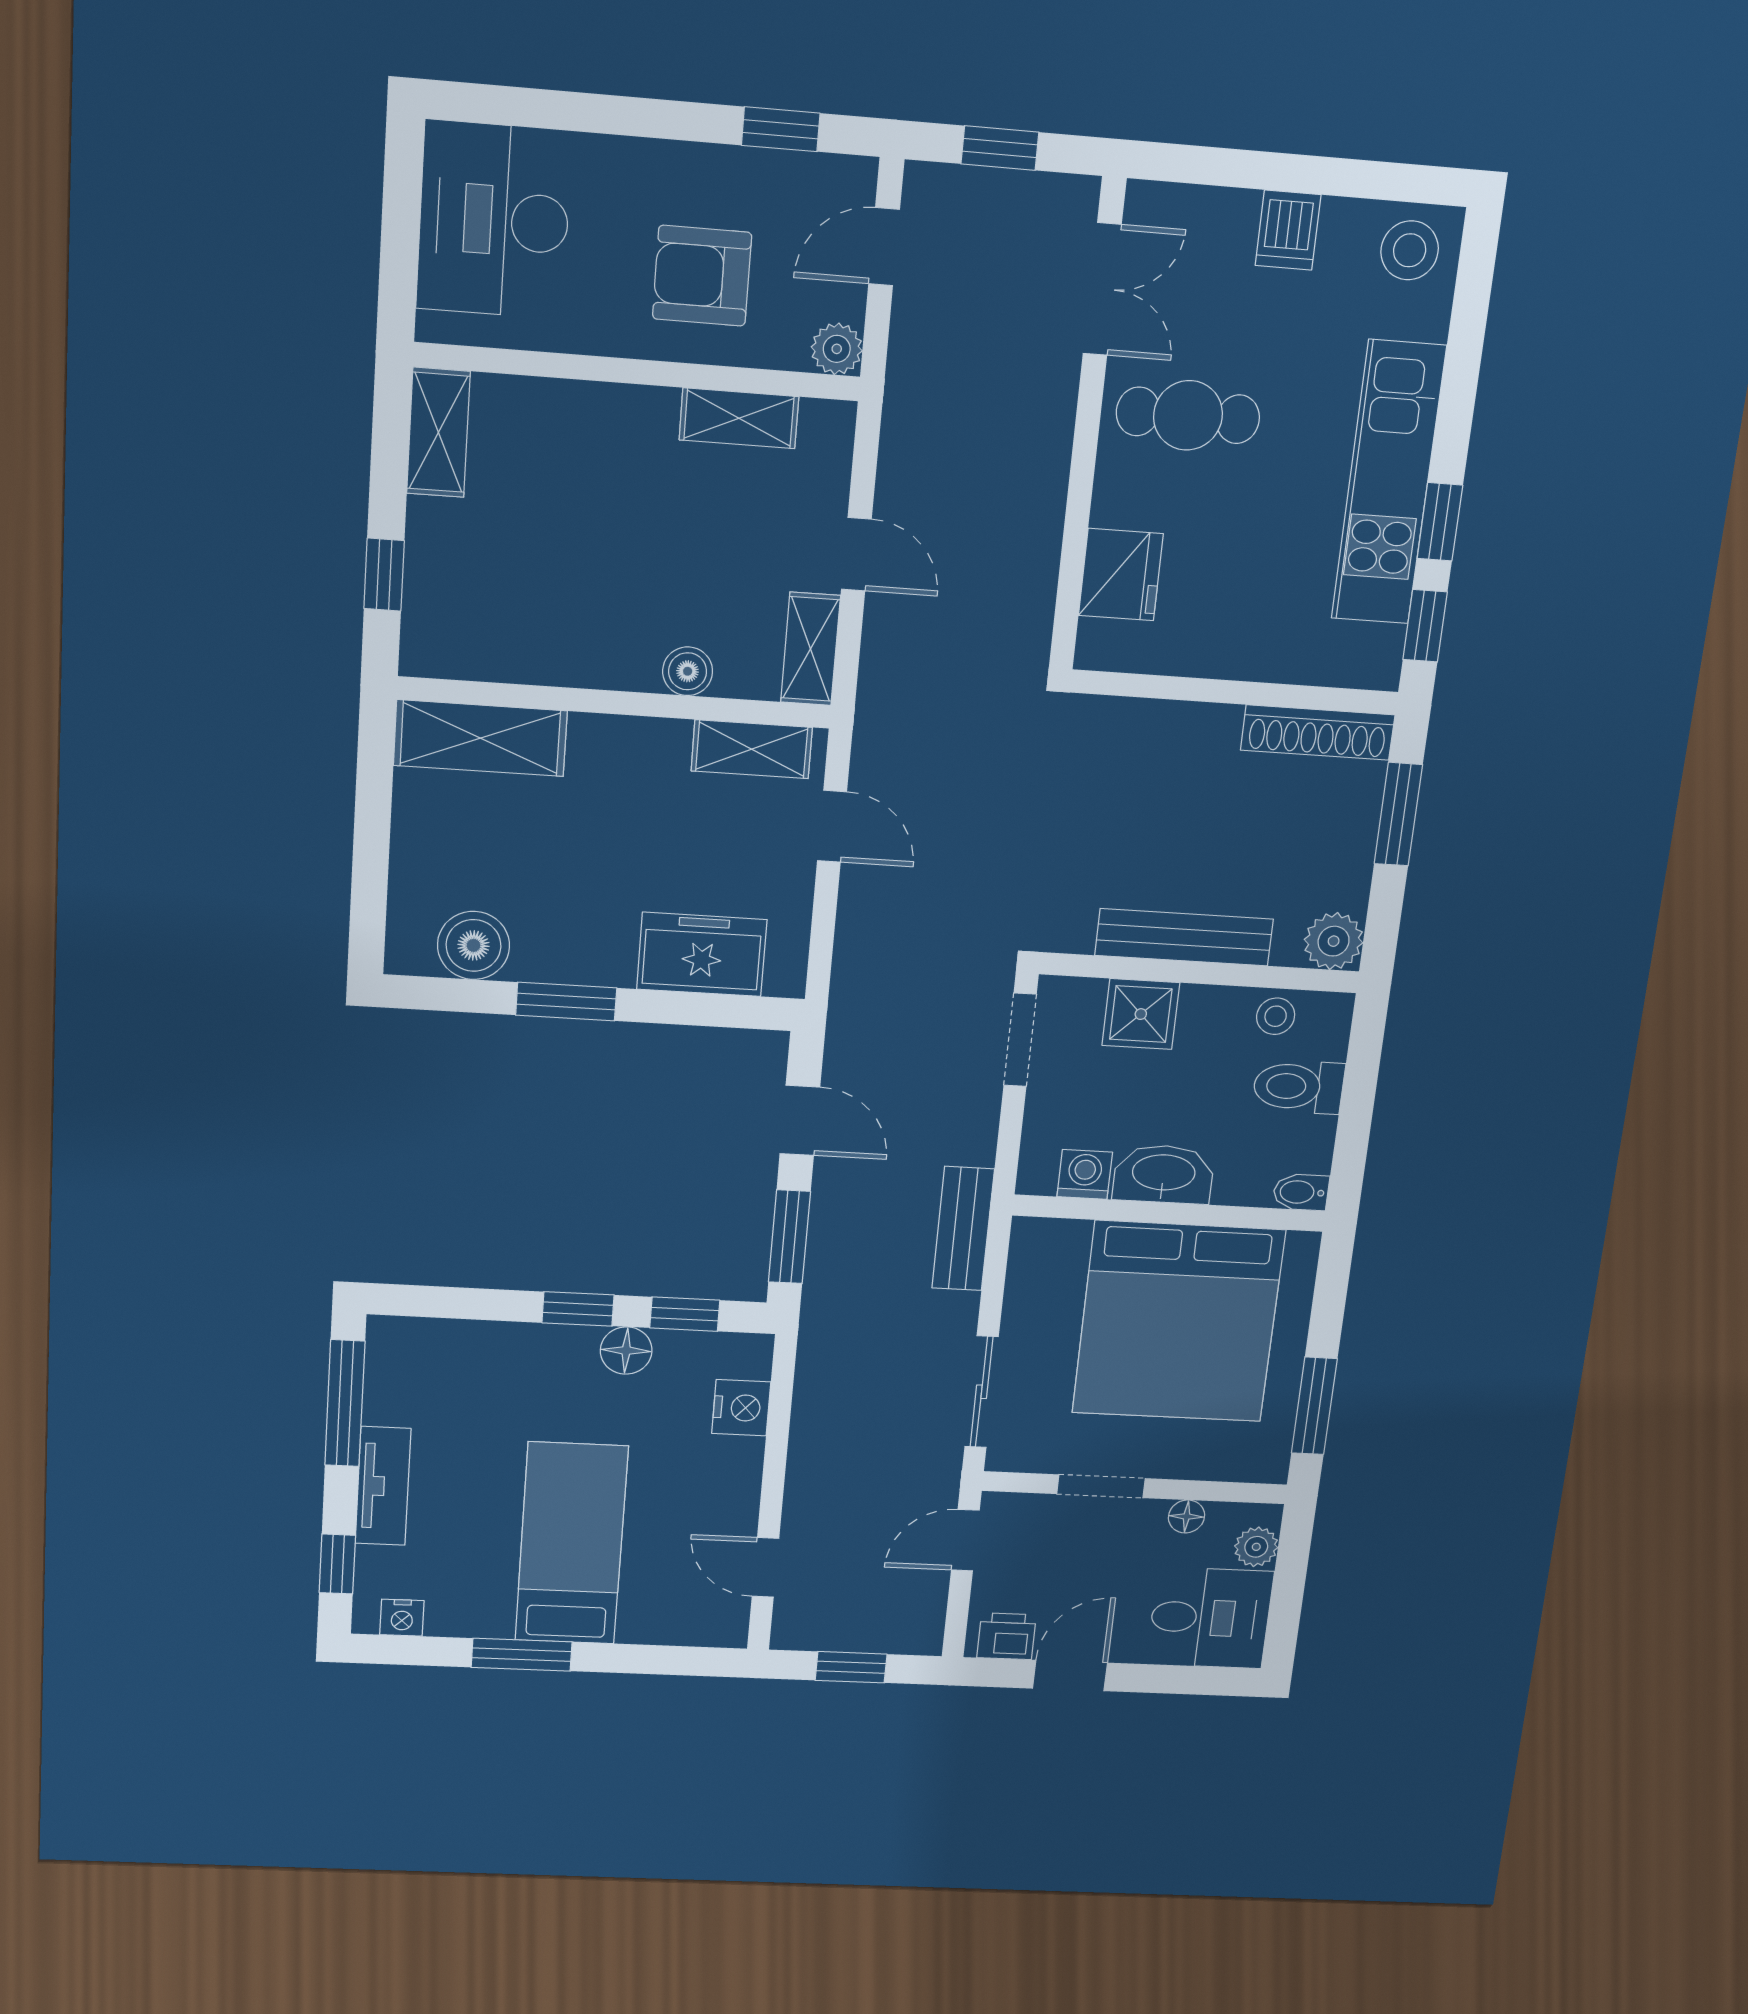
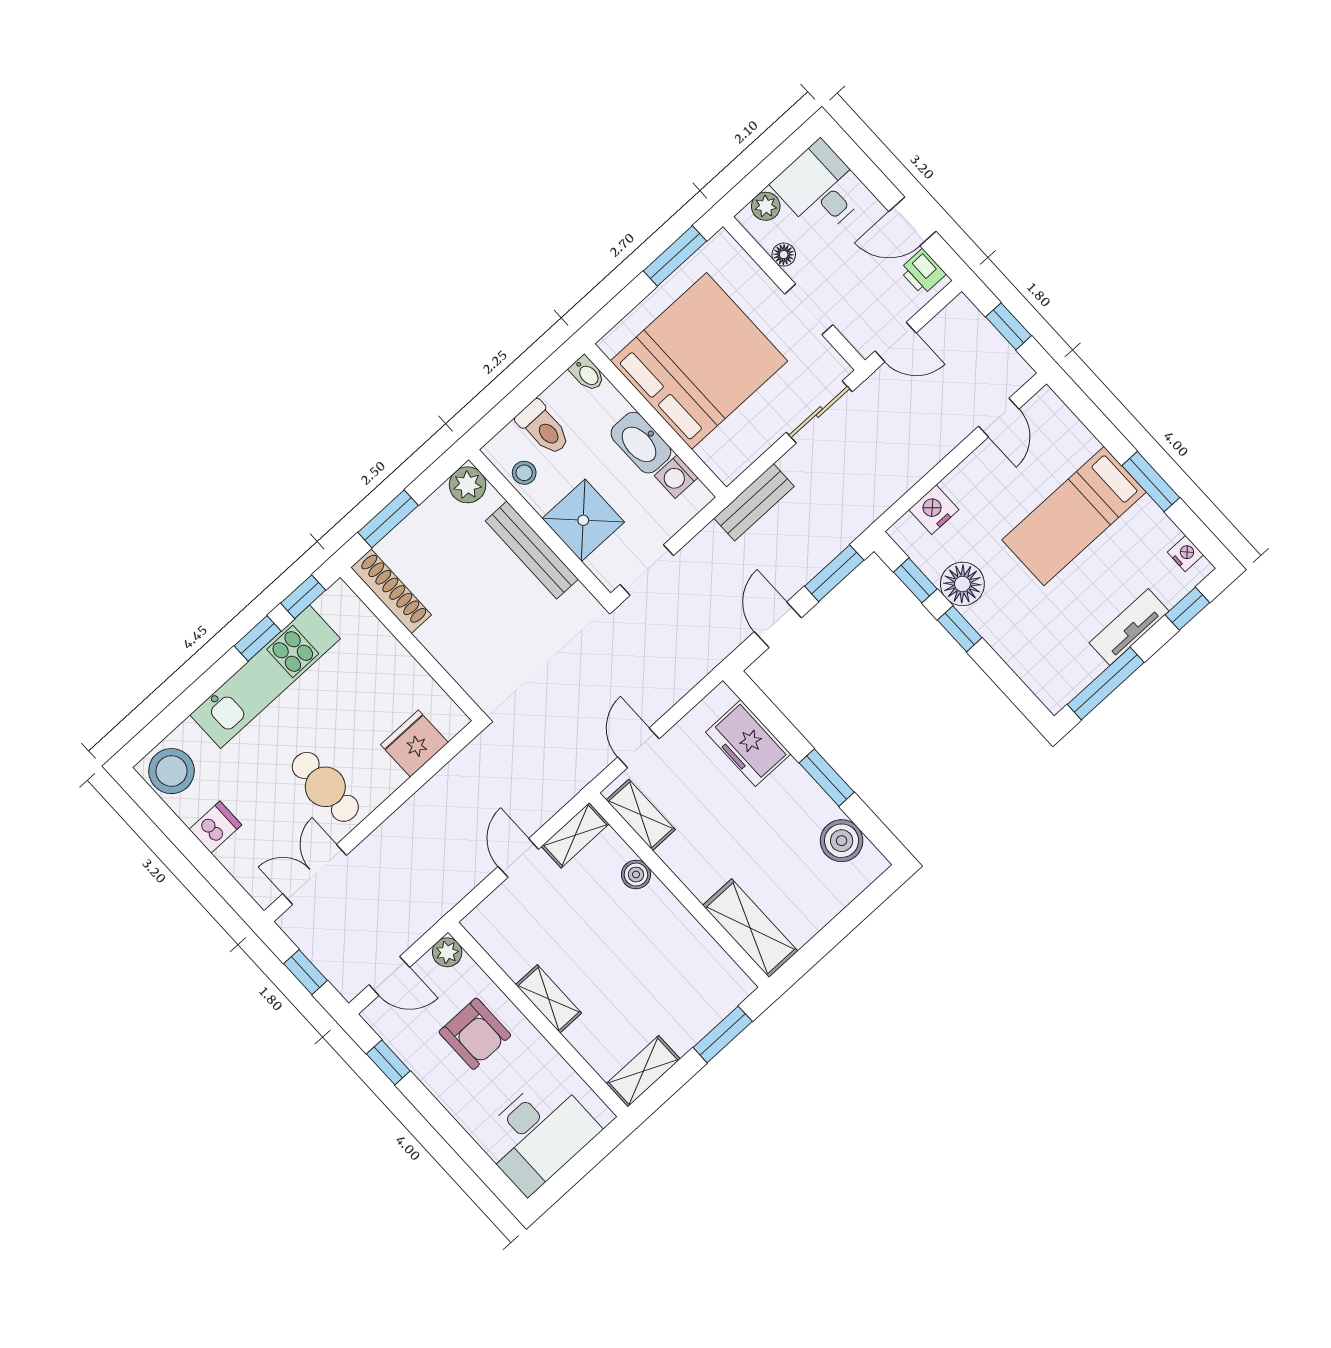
stool: (1410, 250) -> (171, 771), width x1.38, depth x1.38
shelving: (739, 418) -> (549, 999), moved
window: (384, 575) -> (723, 1034), width x1.50
shower: (1141, 1014) -> (583, 520), width x1.36, depth x1.36
floor lamp: (626, 1351) -> (962, 584), width x1.38, depth x1.38

